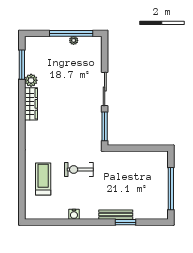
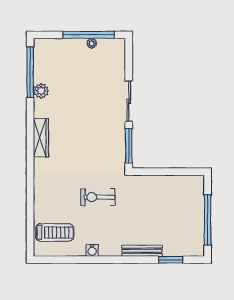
window: (22, 65) -> (30, 72), width x1.46
wardrobe: (31, 104) -> (41, 138), moved
treadmill: (43, 179) -> (55, 232), moved, turned 90
window: (125, 222) -> (171, 260), moved

